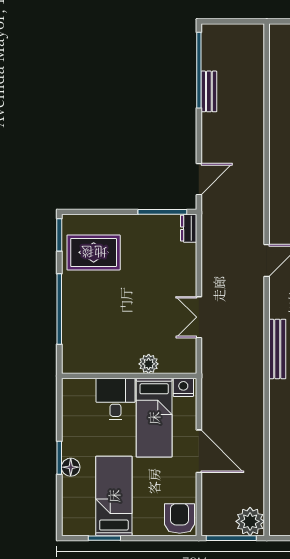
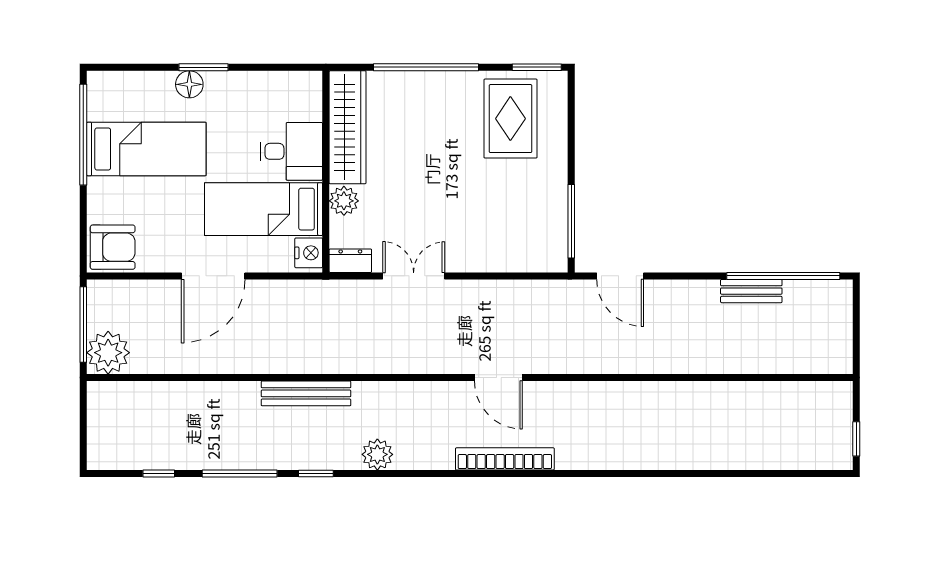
dresser: (189, 228) -> (350, 261), moved
bench: (277, 349) -> (306, 393), moved
wardrobe: (99, 361) -> (348, 127), added
window: (104, 538) -> (83, 135), width x2.11

